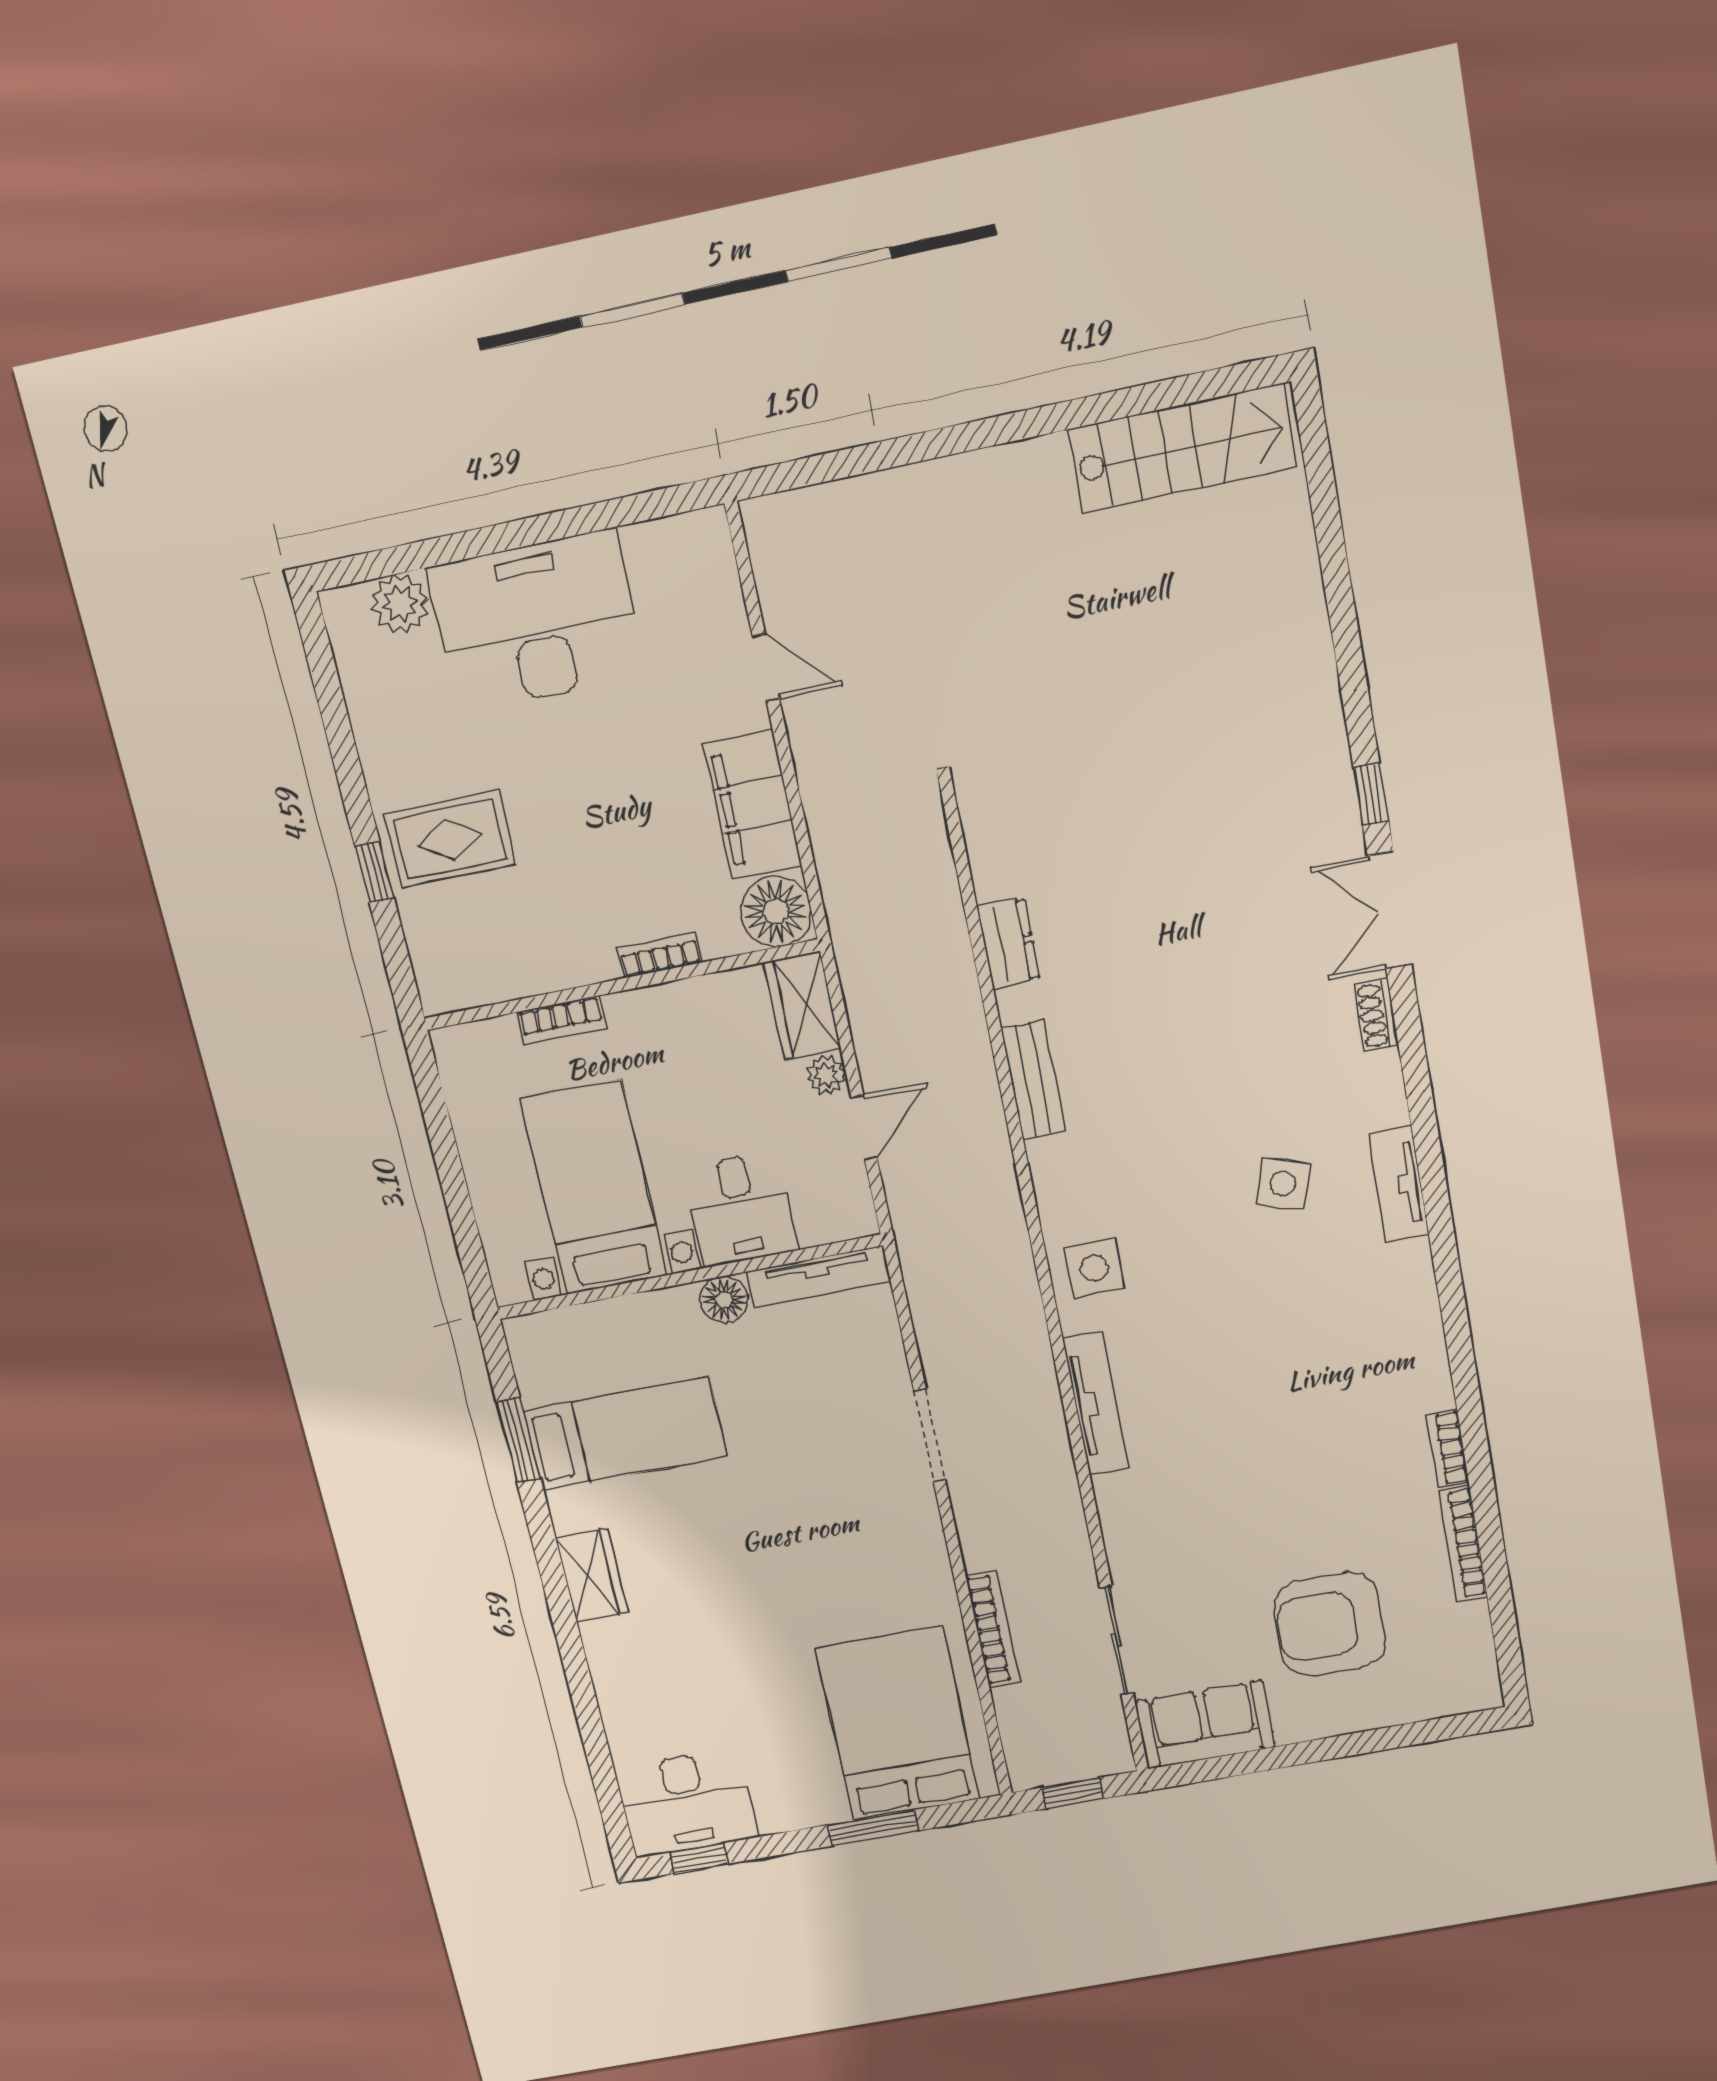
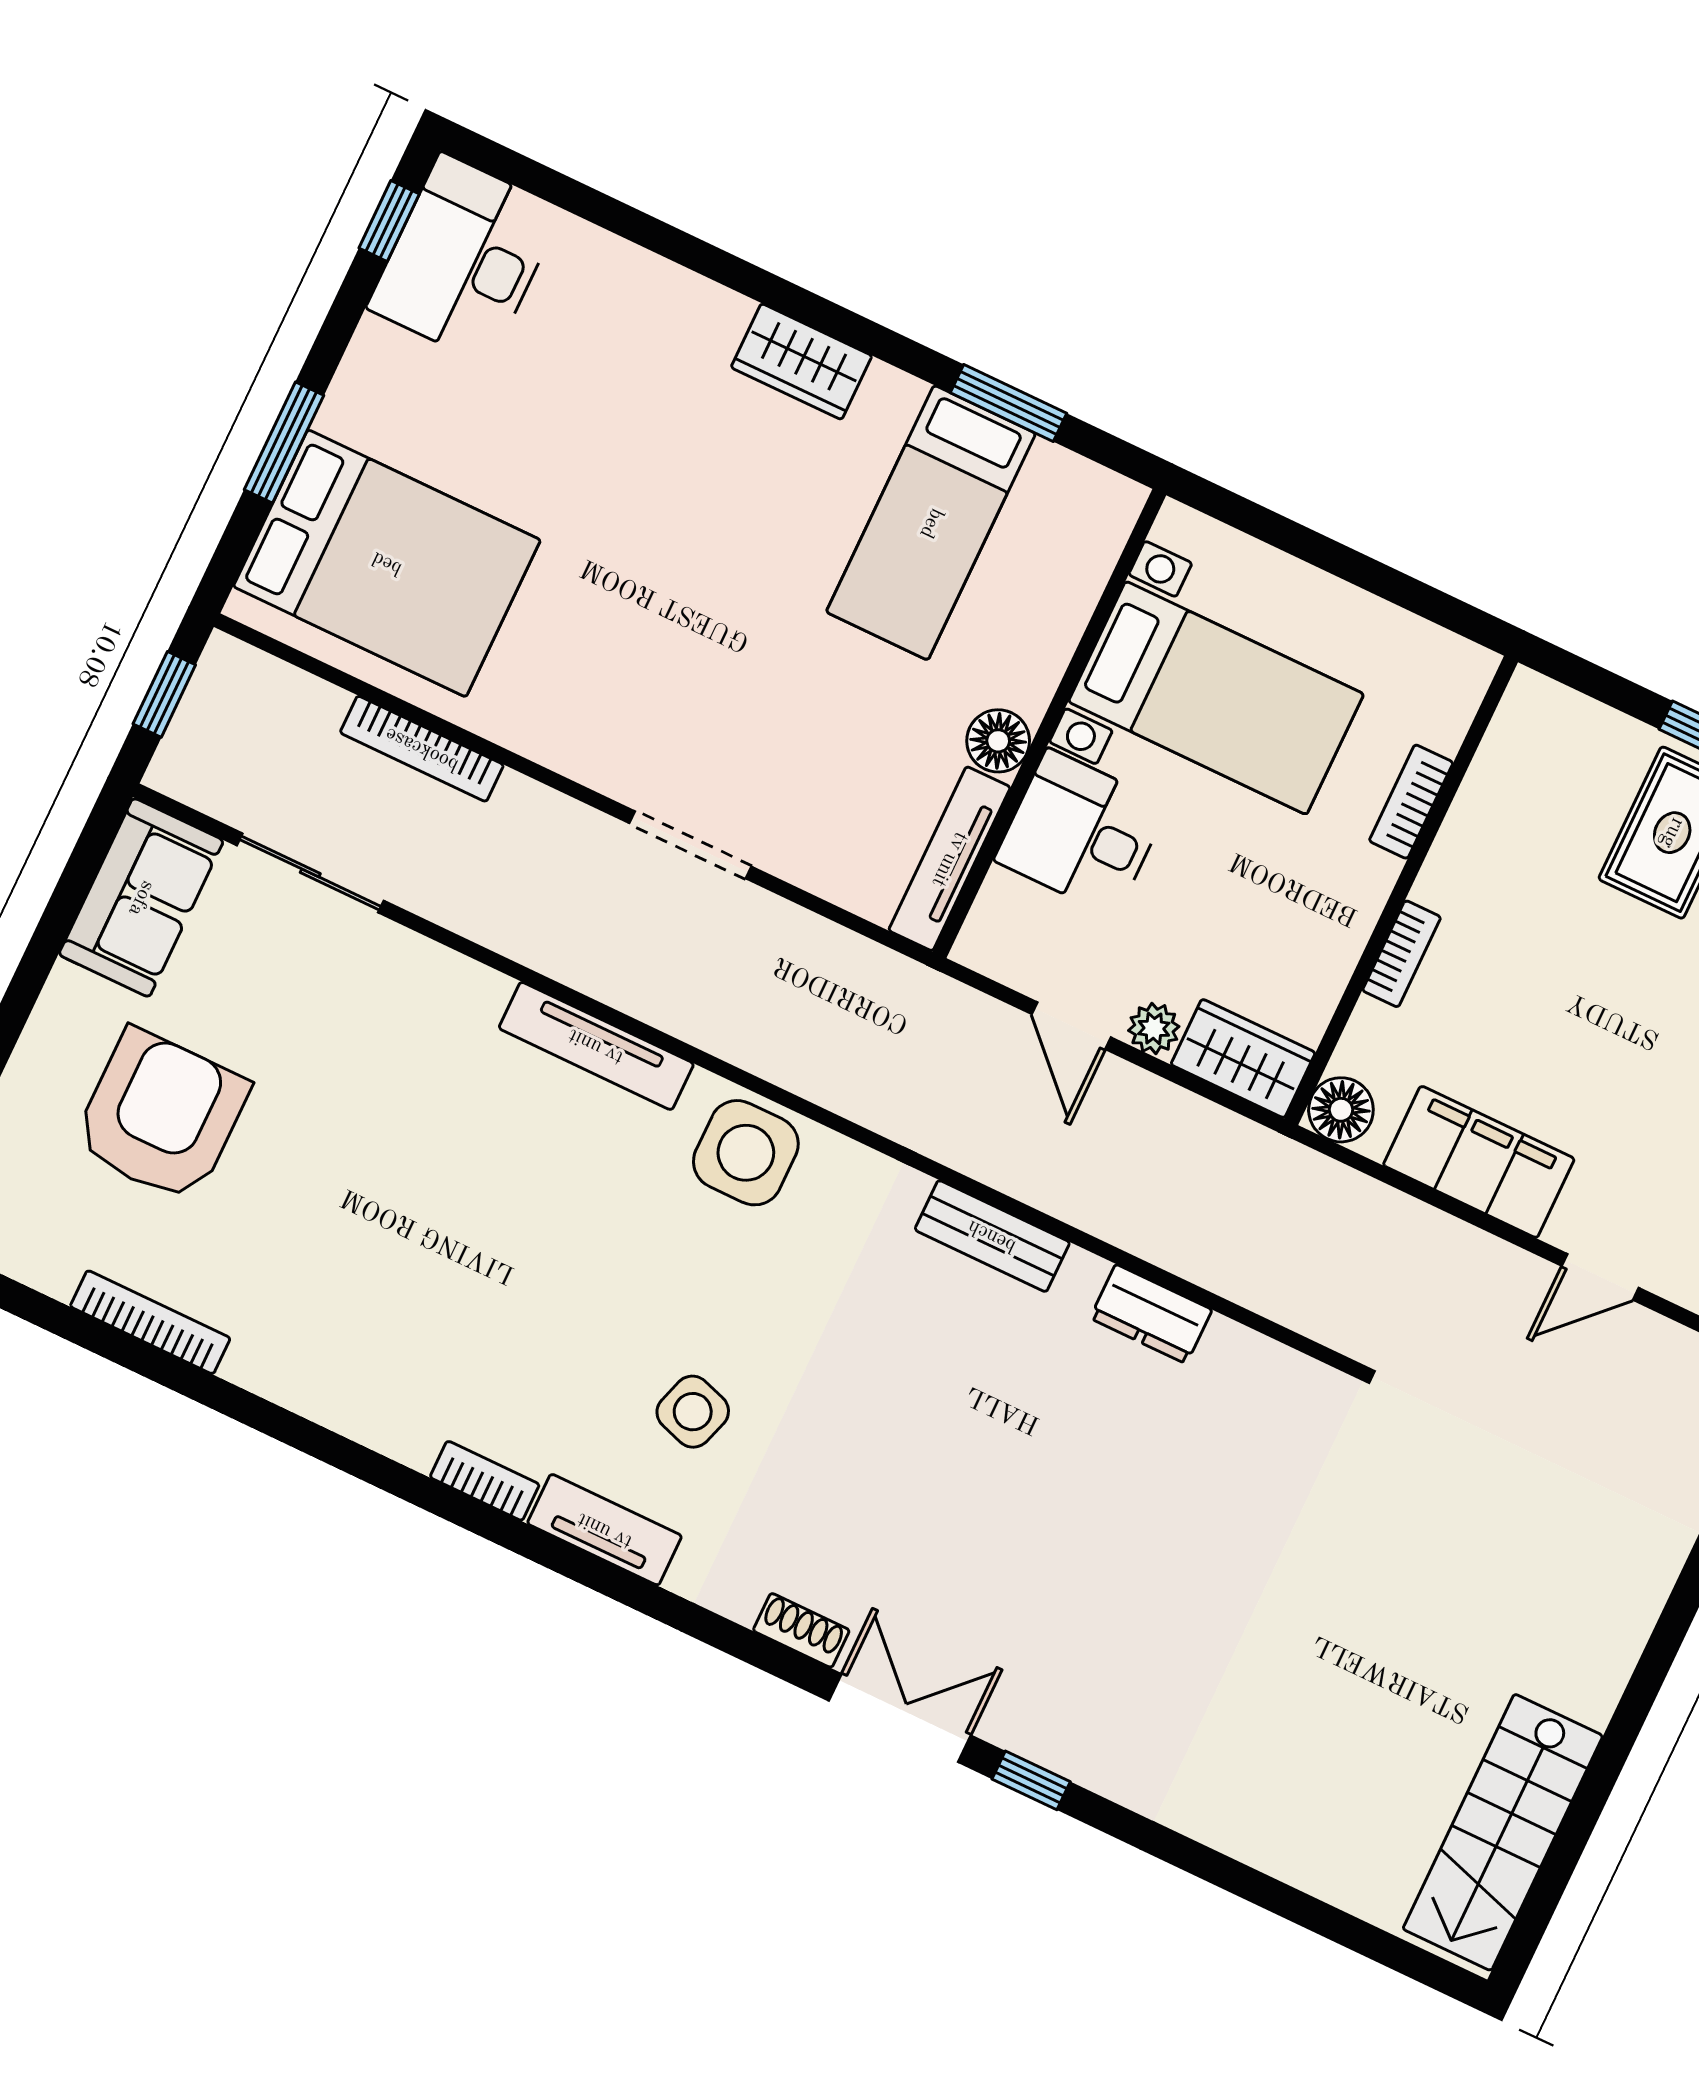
floor lamp: (776, 911) -> (1341, 1110), width x0.73, depth x0.73
side table: (1094, 1268) -> (746, 1153), width x1.37, depth x1.37
bookcase: (1448, 1448) -> (485, 1481), moved

